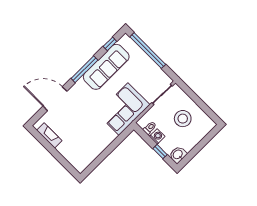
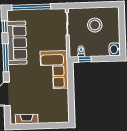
corner sofa: (123, 109) -> (54, 70), moved
washing machine: (157, 136) -> (91, 52), removed
window: (160, 152) -> (85, 59), moved

